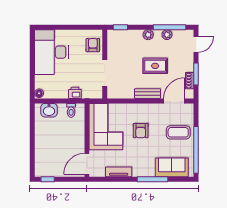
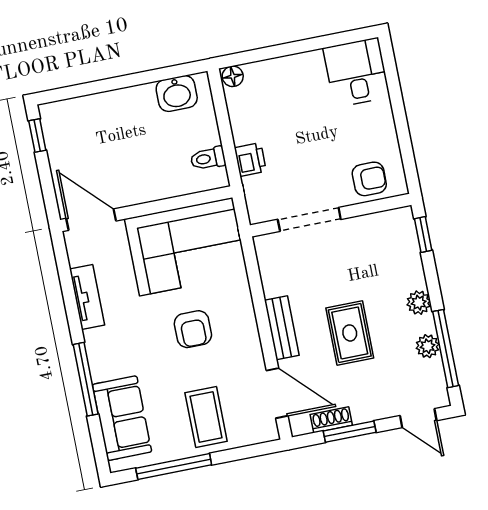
desk: (51, 52) -> (356, 72), width x0.53, depth x0.77
washbasin: (49, 110) -> (177, 93), moved, turned -90
armchair: (141, 131) -> (193, 329), turned -90
window: (196, 150) -> (174, 467), width x0.68

